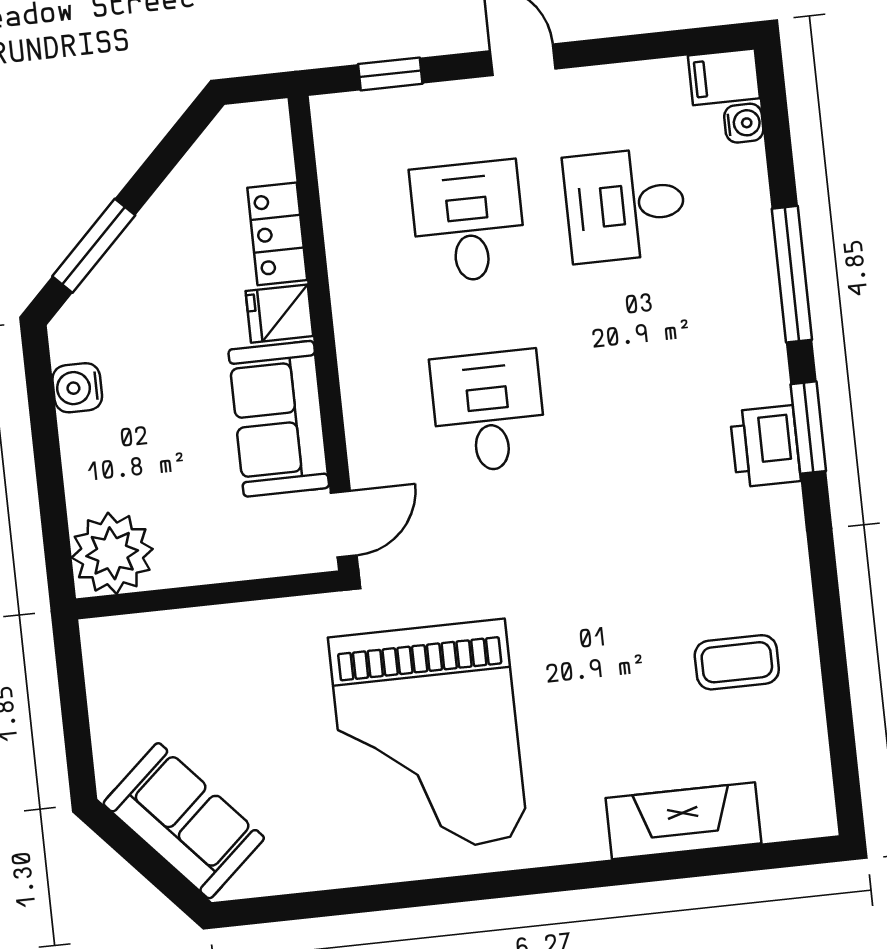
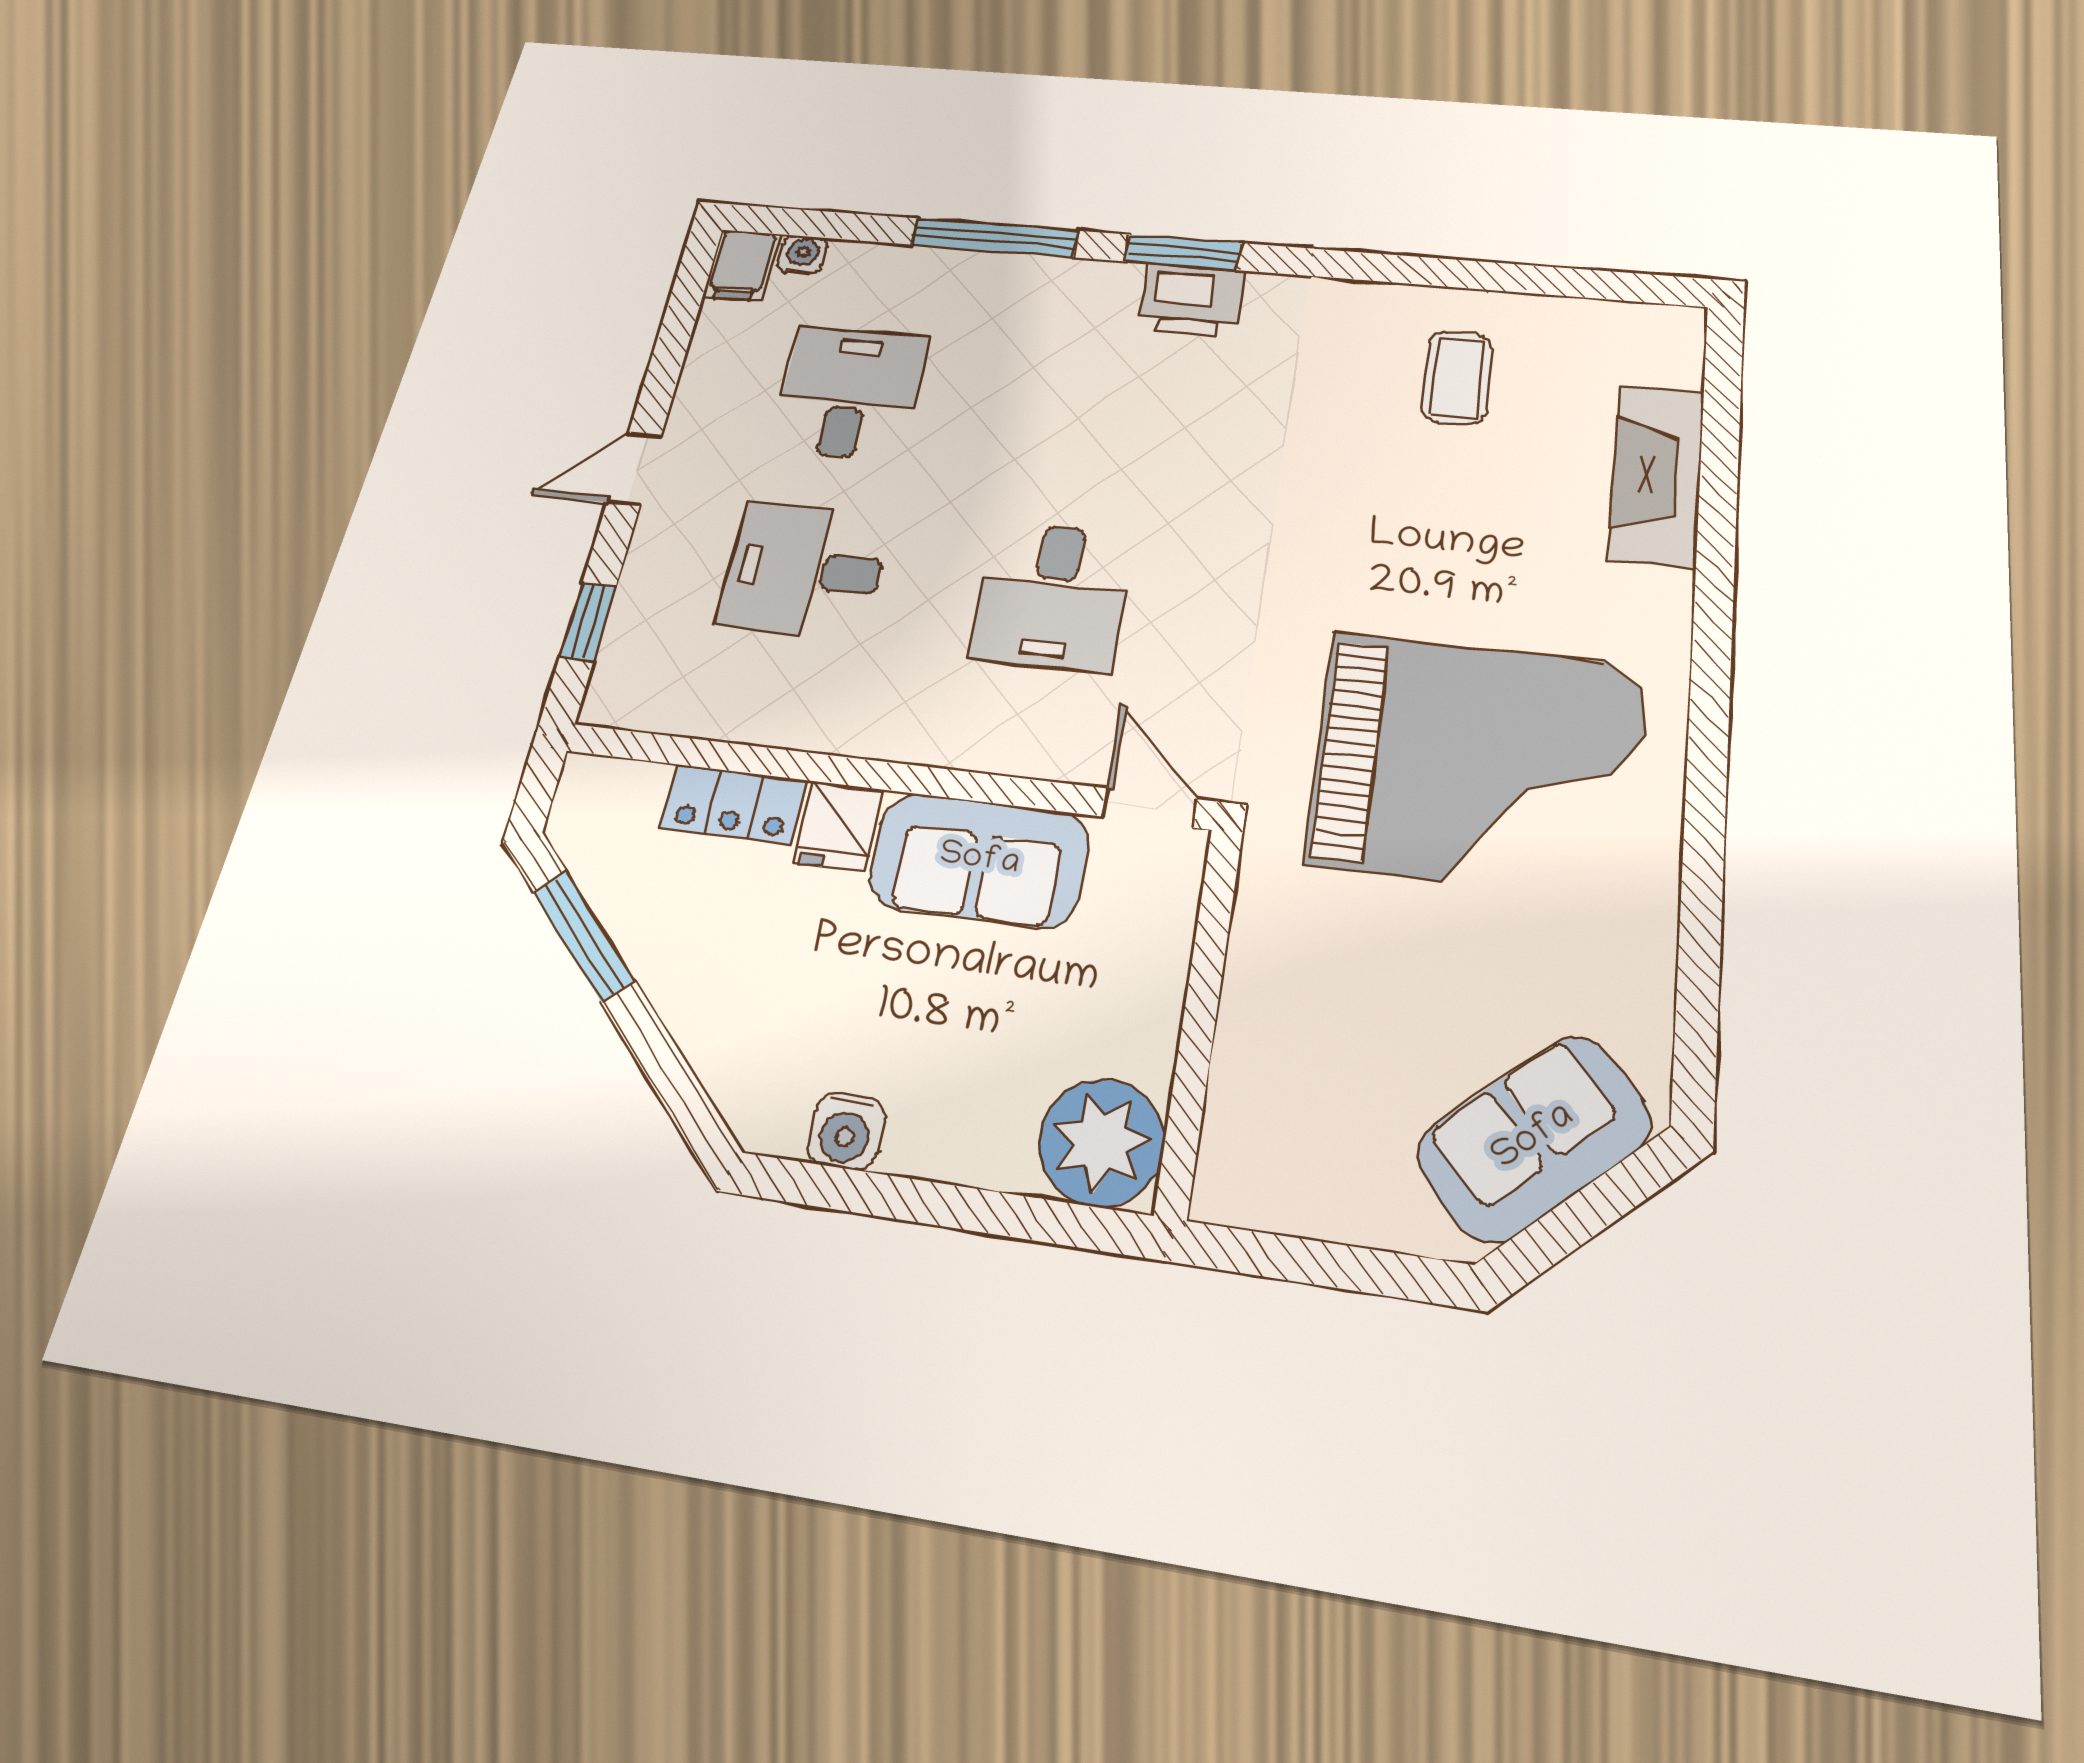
desk: (625, 205) -> (850, 393), turned 180
window: (94, 246) -> (584, 936), moved
desk: (488, 411) -> (1053, 596), turned -90

